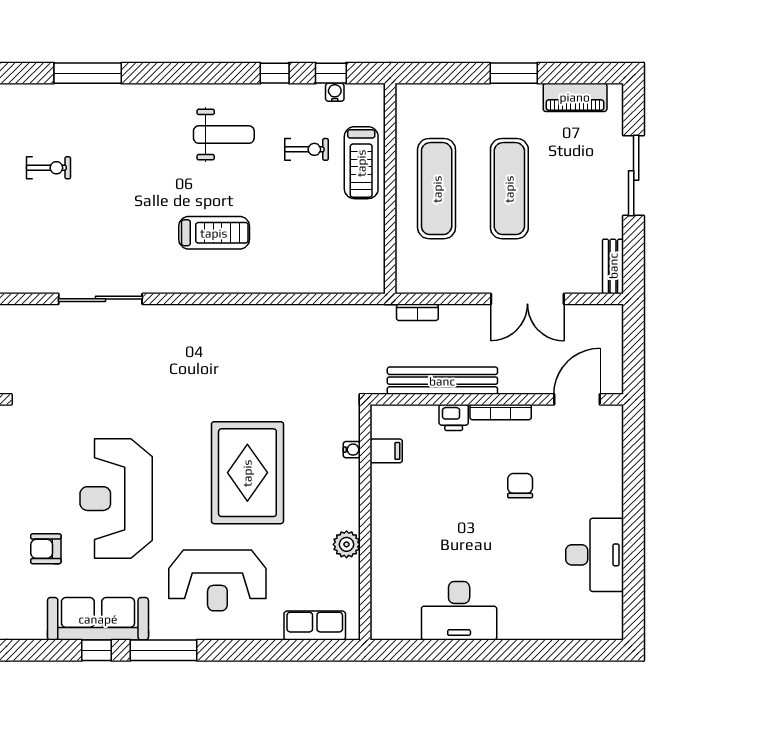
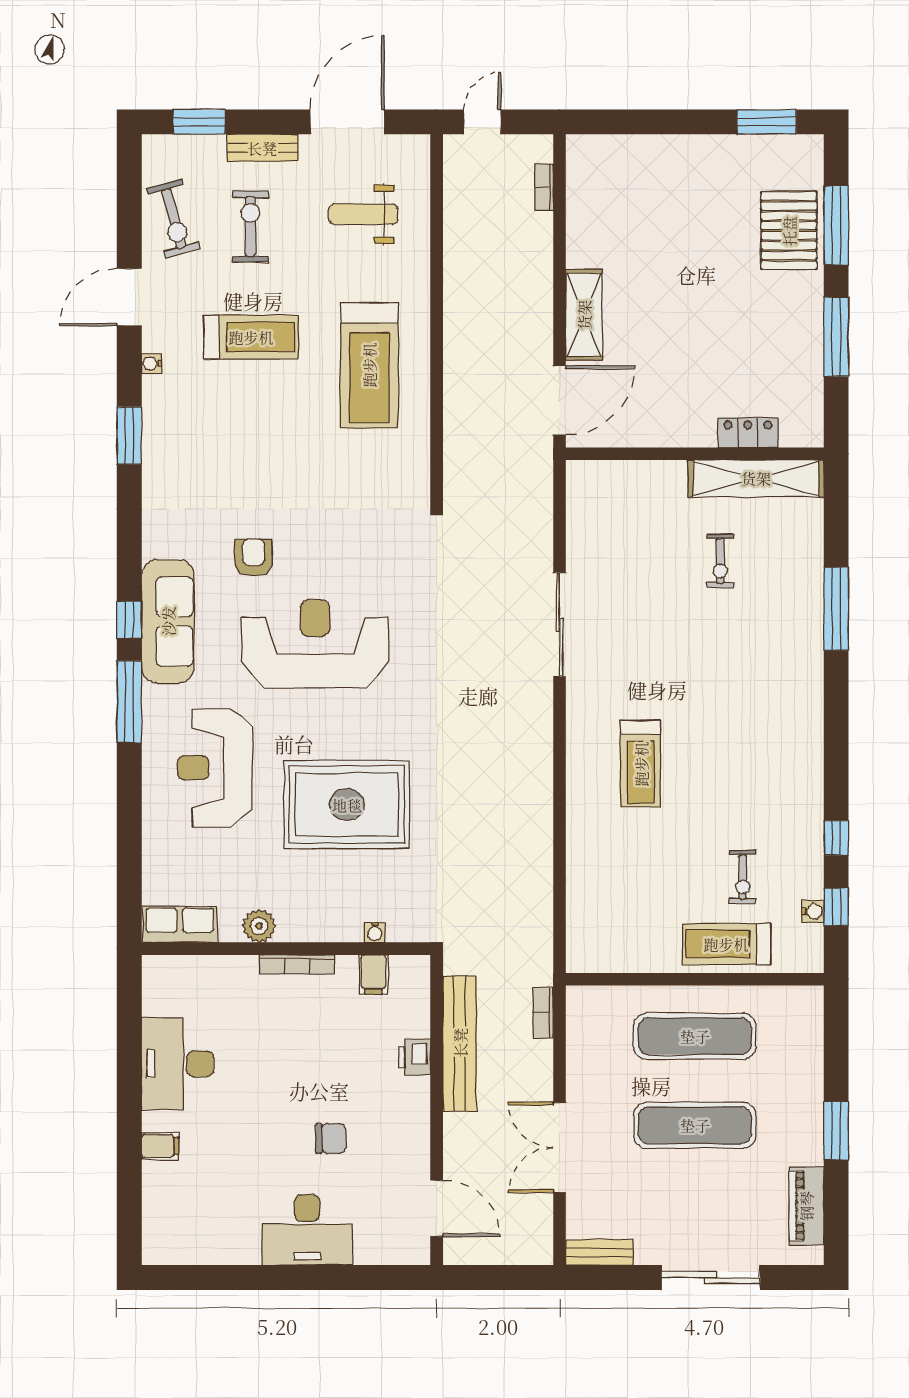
weight bench: (224, 135) -> (761, 776), removed
bookcase: (501, 412) -> (297, 964), moved, turned -90
desk: (595, 555) -> (307, 1230), moved
filing cabinet: (526, 625) -> (160, 1146), added
row of seats: (315, 626) -> (180, 925), moved, turned -90

